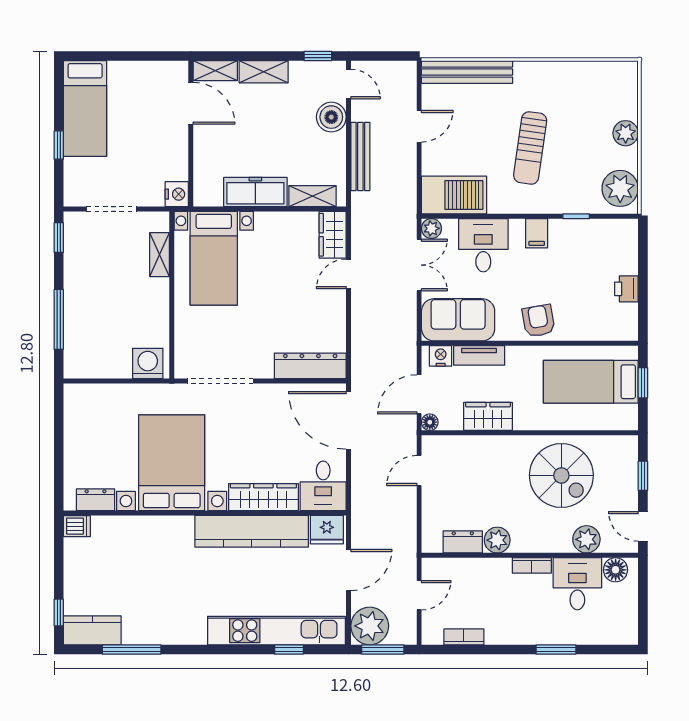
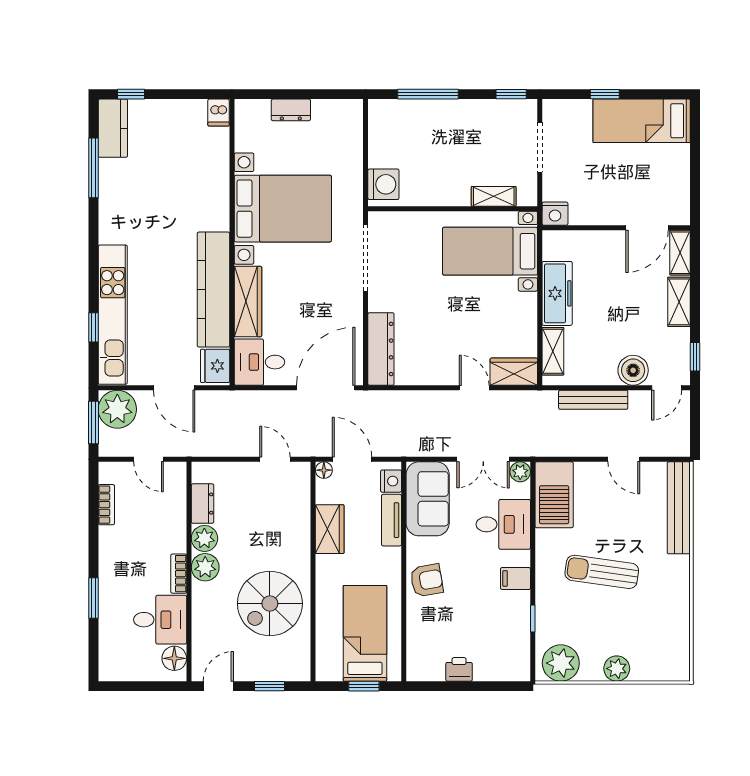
dresser: (96, 500) -> (291, 110), moved, turned 90
plant: (586, 539) -> (205, 567), moved

